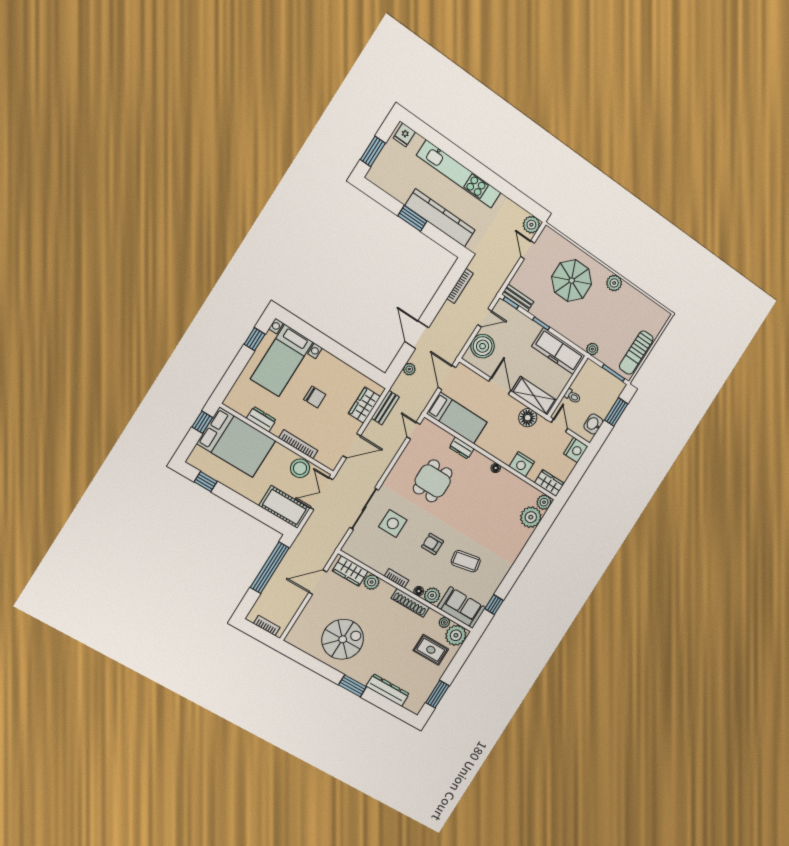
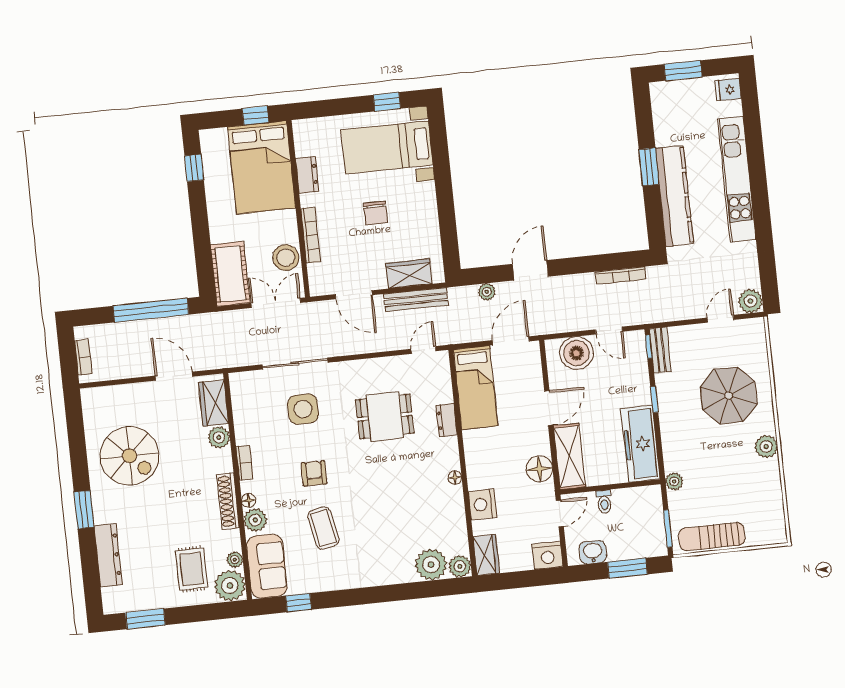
bench: (385, 408) -> (416, 300), width x1.36

